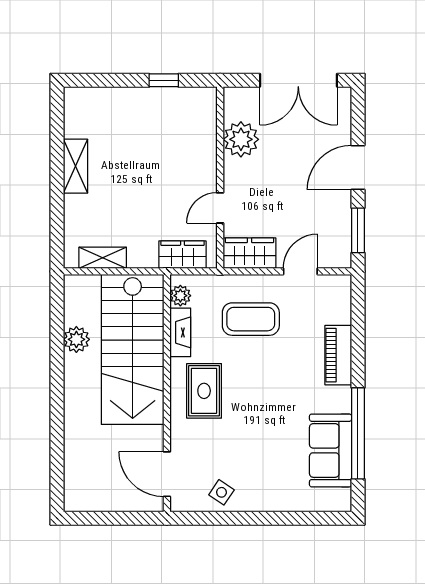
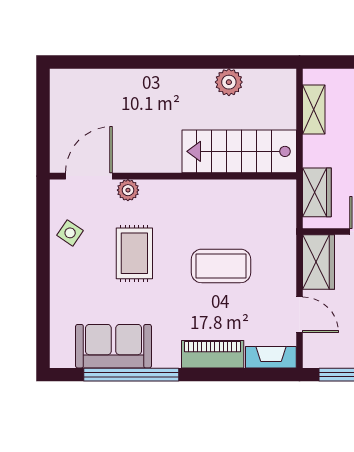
plant: (180, 296) -> (128, 190), moved
coffee table: (251, 319) -> (221, 266), moved, turned 90
fireplace: (180, 332) -> (271, 357), moved, turned 180
stairs: (133, 349) -> (239, 151), width x0.73, depth x0.66
rug: (204, 391) -> (134, 253), moved, turned 90

